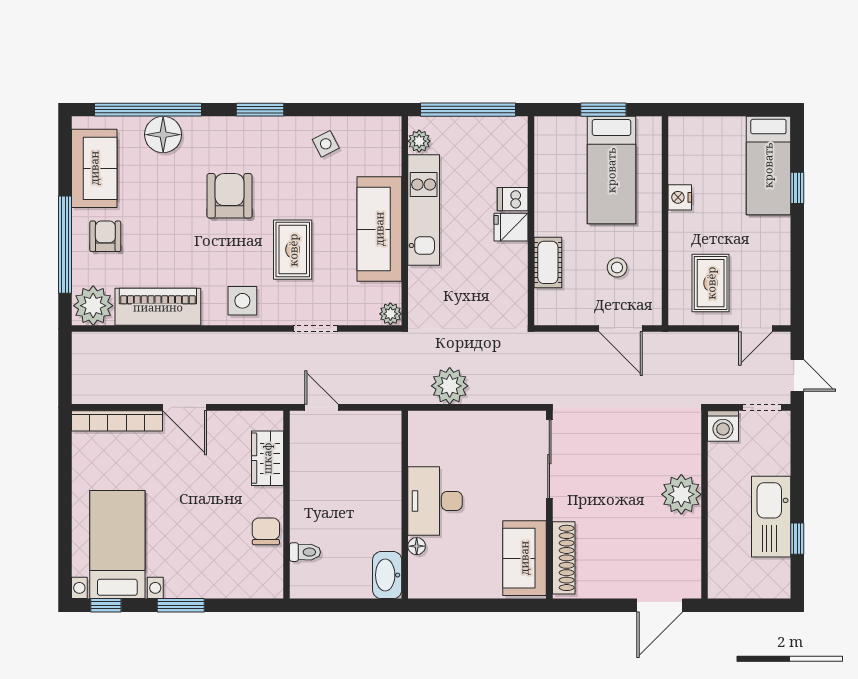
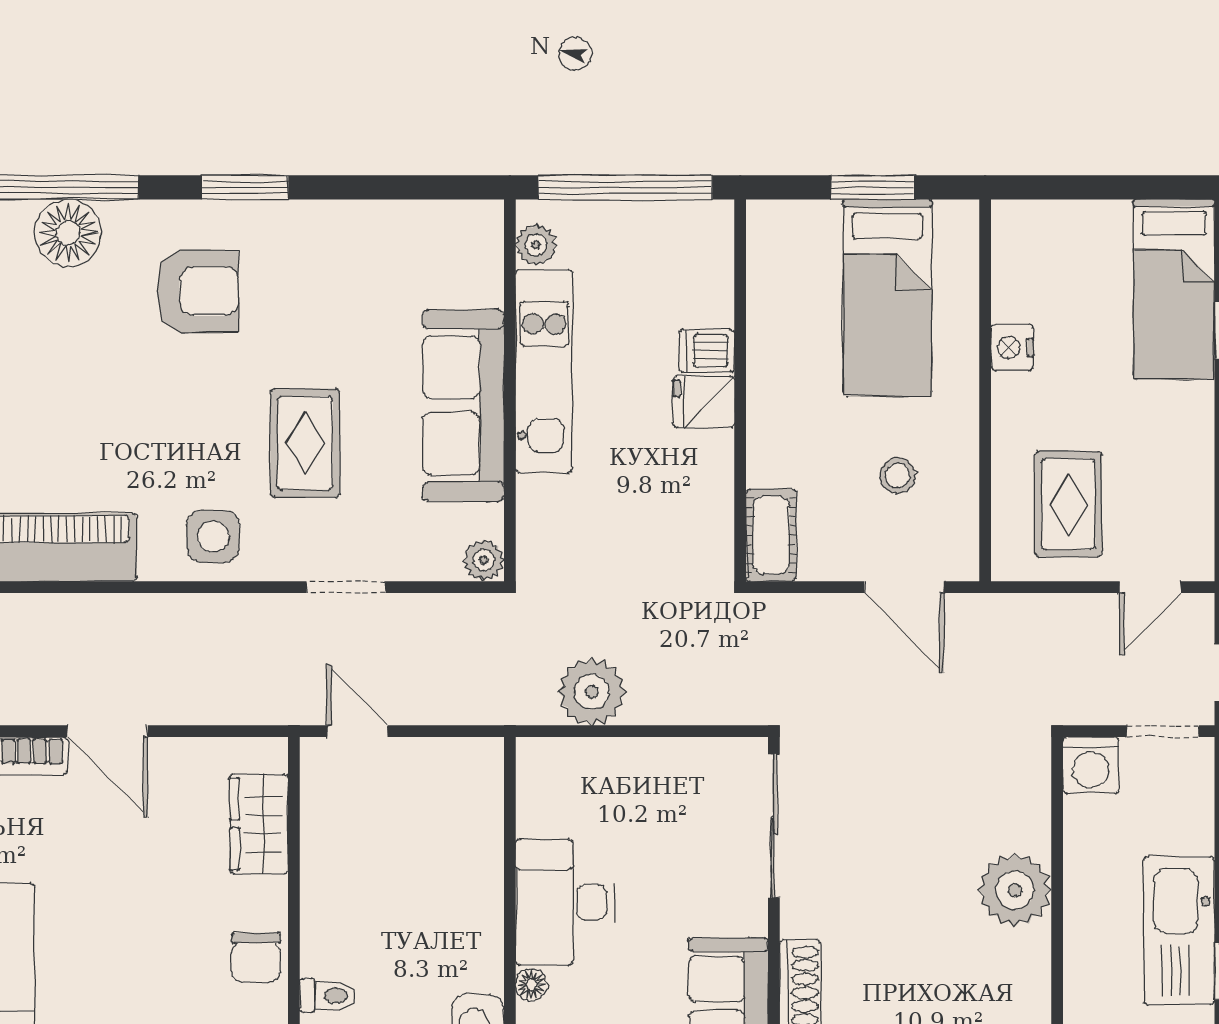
side table: (326, 144) -> (365, 250), removed
armchair: (230, 196) -> (198, 291), moved, turned 90
cot: (548, 262) -> (771, 535), moved
chair: (266, 531) -> (256, 958), turned 180

